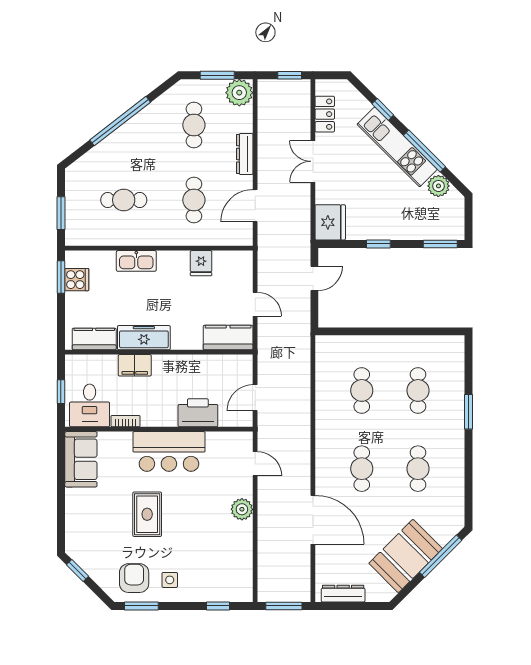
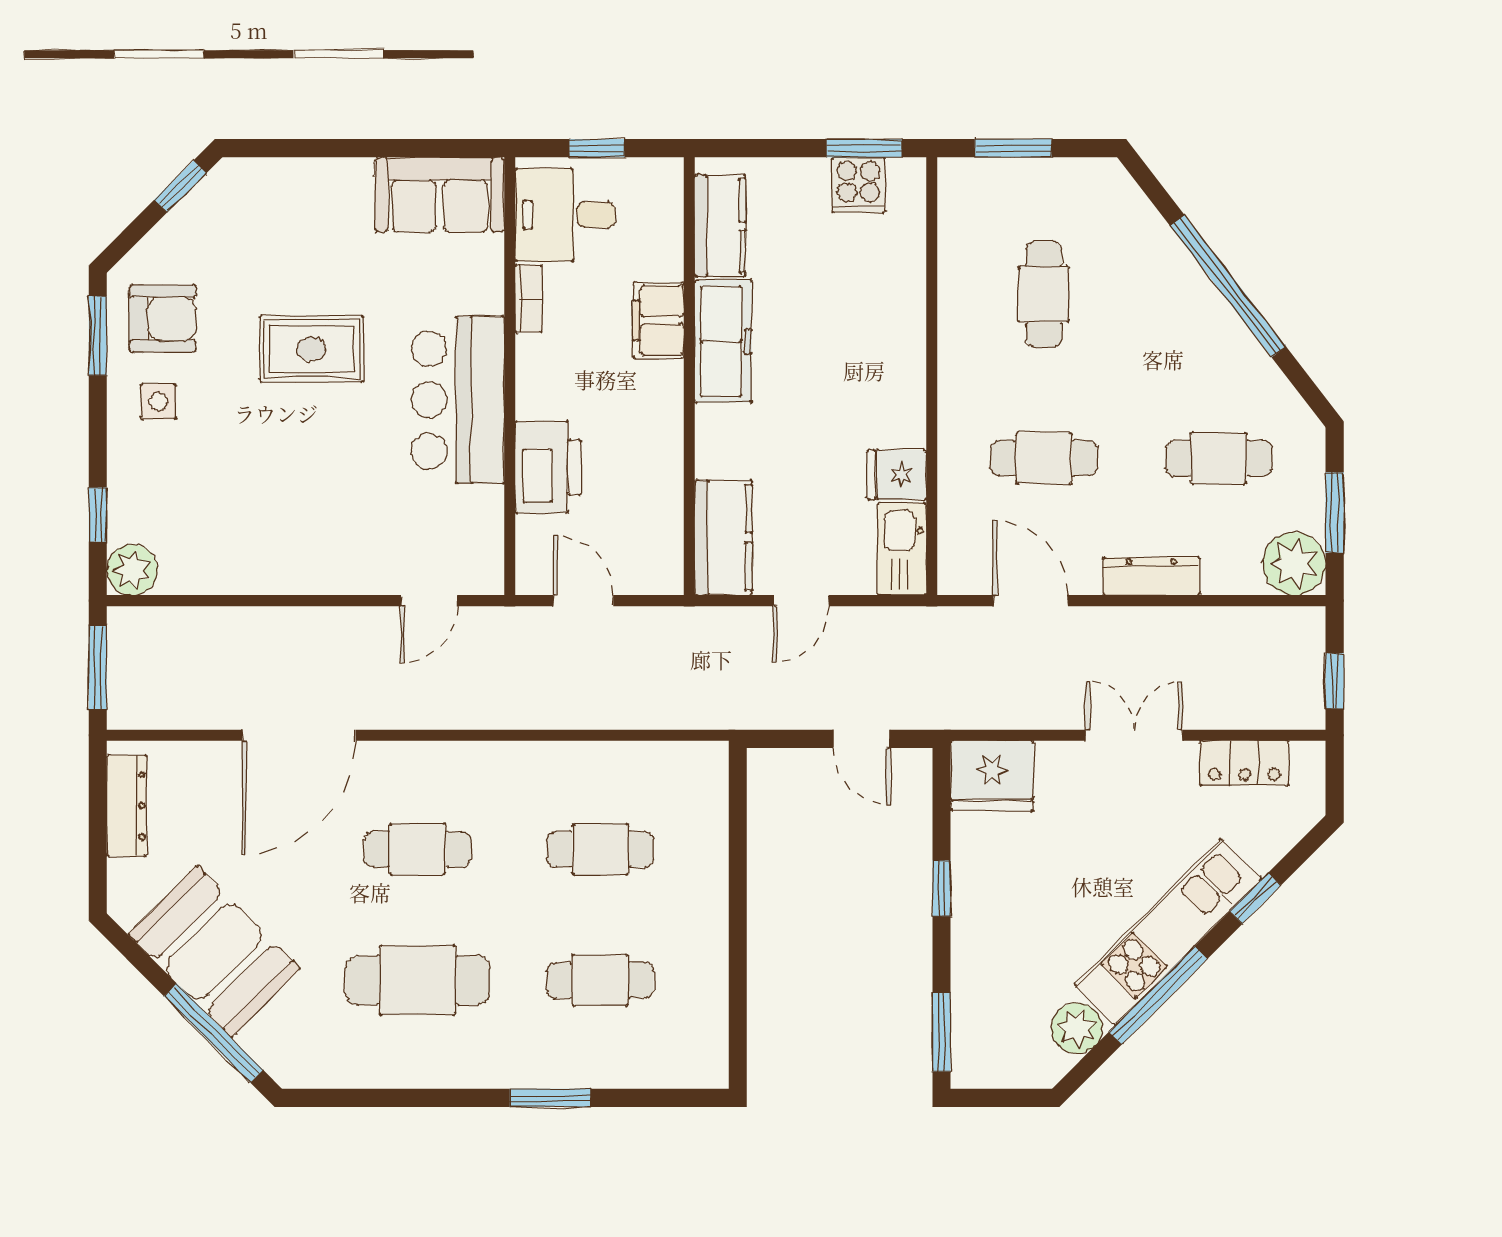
kitchen sink: (136, 261) -> (902, 549), moved
cafe table: (418, 469) -> (418, 980), width x1.37, depth x1.35
plant: (242, 509) -> (132, 570), moved

